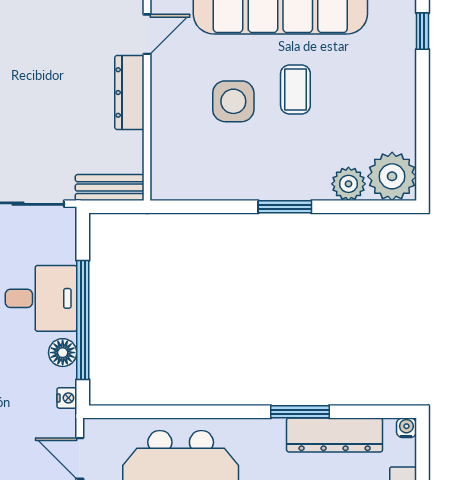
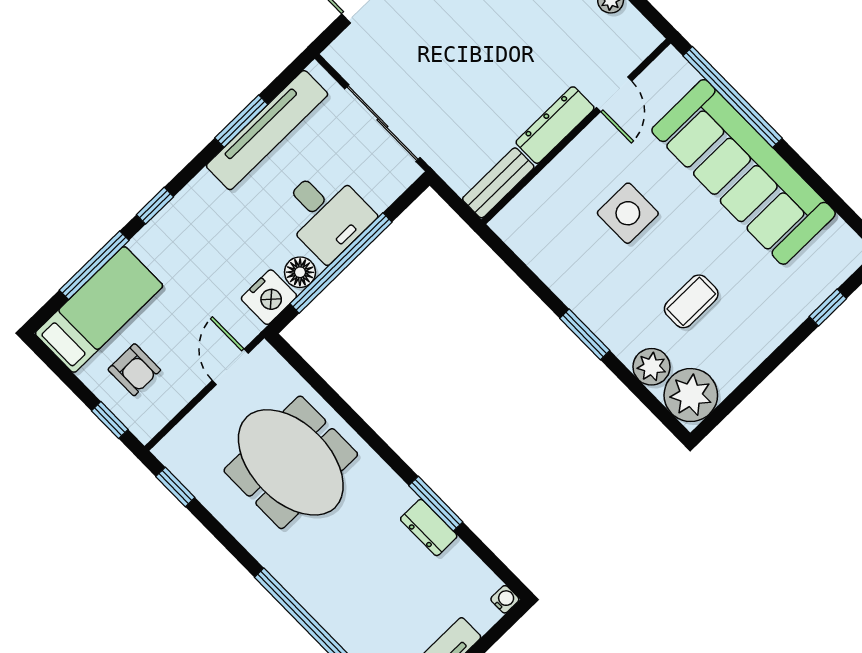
door: (147, 34) -> (614, 94), hinge flipped
coffee table: (295, 90) -> (691, 301), moved
bench: (110, 188) -> (498, 183), moved, turned 90
nightstand: (67, 398) -> (269, 297), width x1.89, depth x1.79
dresser: (335, 435) -> (429, 528), width x0.51, depth x0.80

